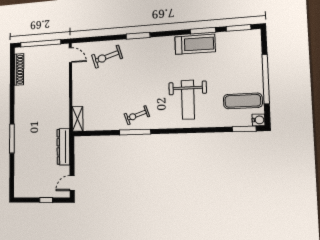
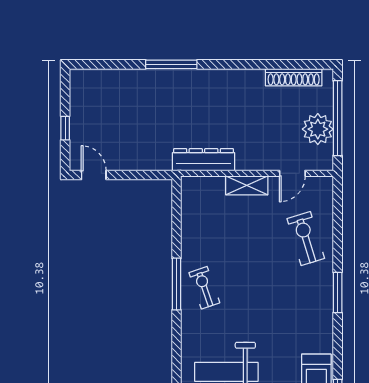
plant: (46, 54) -> (318, 129), added
door: (70, 55) -> (292, 173), moved
shelving: (78, 119) -> (247, 185), moved
dresser: (63, 147) -> (203, 160), moved

